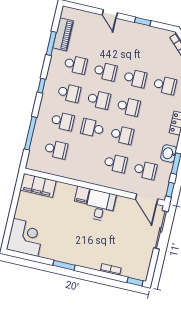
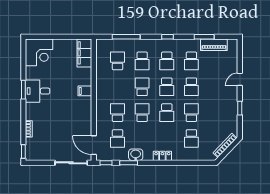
school desk: (135, 78) -> (191, 113), turned 180
school desk: (122, 135) -> (142, 113), turned 180
school desk: (56, 149) -> (118, 61), turned 180
school desk: (116, 163) -> (118, 113), turned 180
door: (147, 199) -> (94, 145), hinge flipped
desk: (100, 206) -> (38, 91), moved, turned 180

